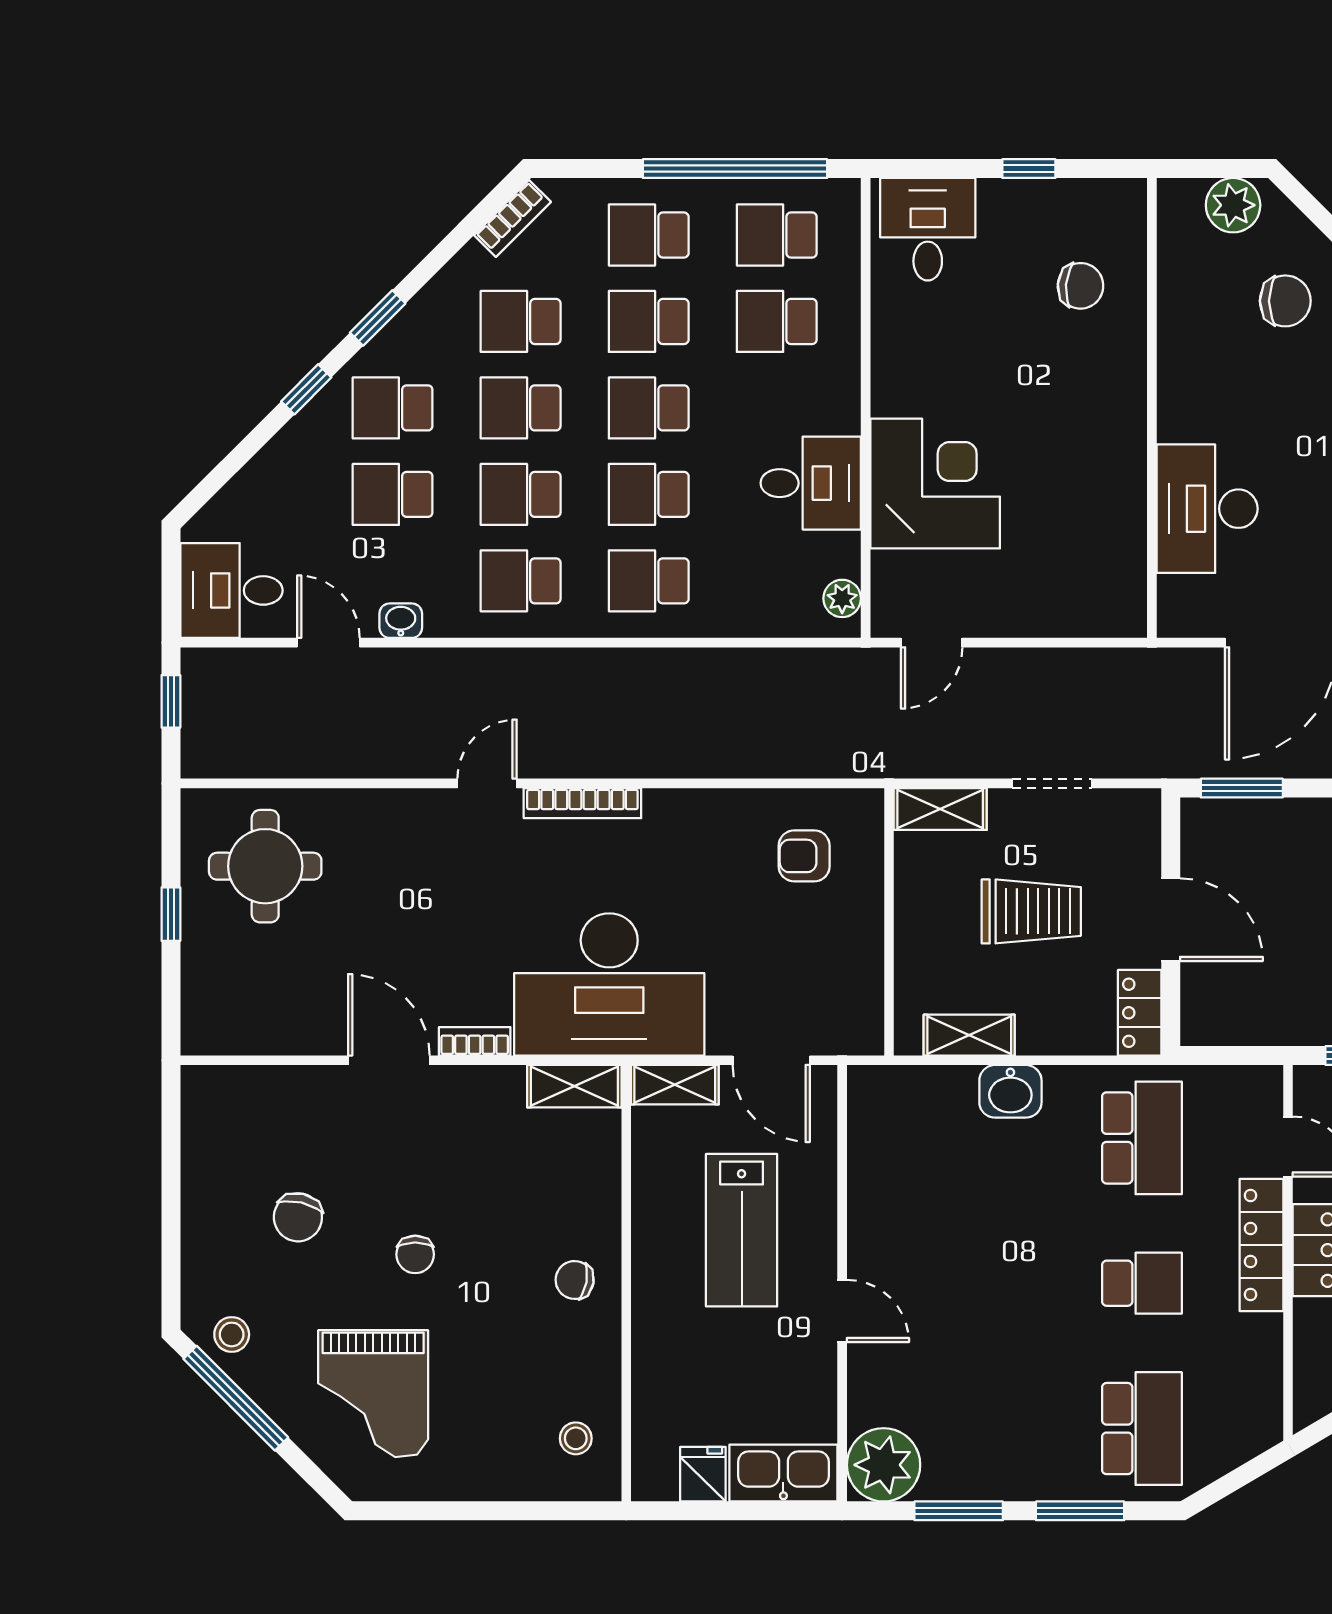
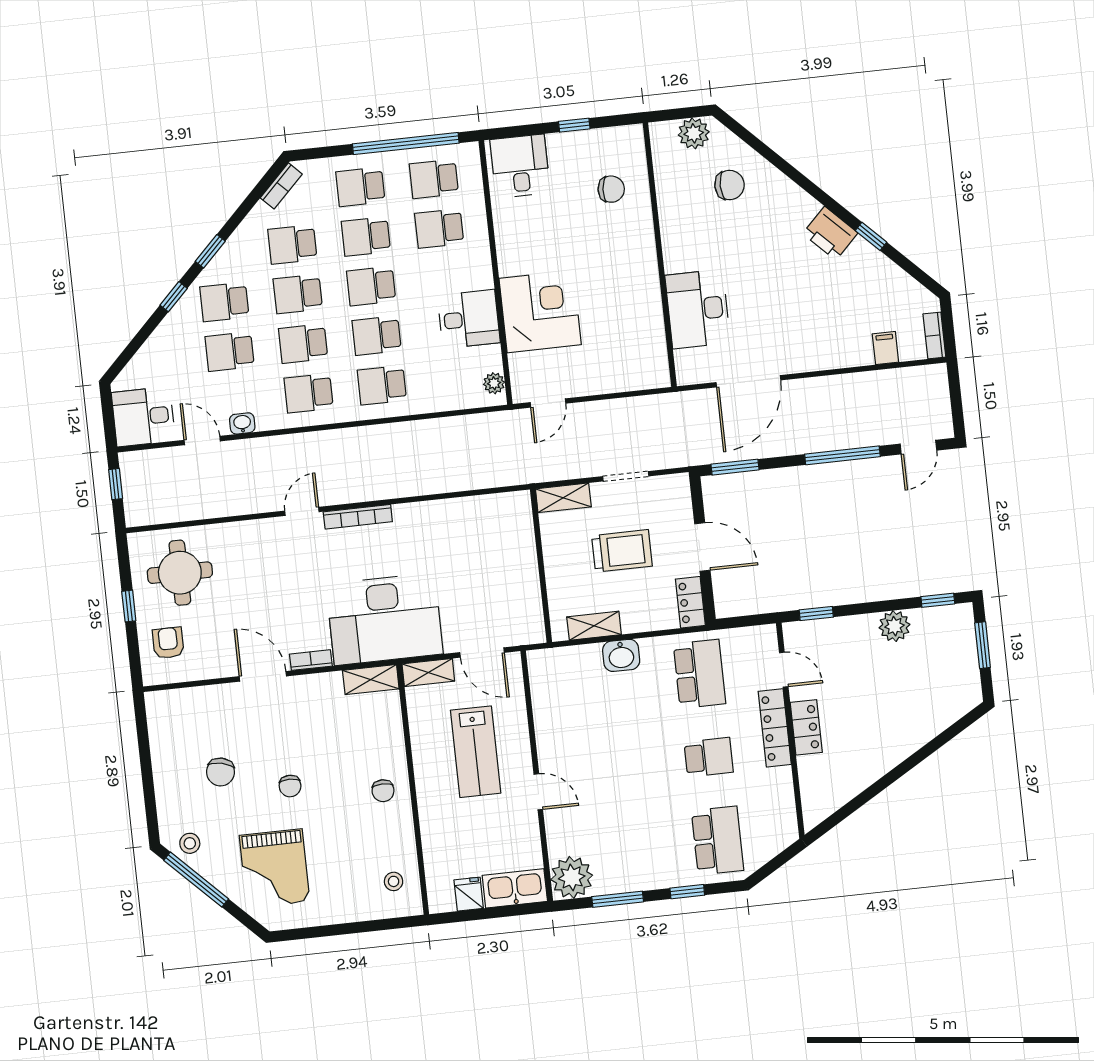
armchair: (804, 856) -> (168, 643), moved, turned 90
chair: (575, 1280) -> (383, 791), turned -100
window: (1080, 1511) -> (687, 892), width x0.67

